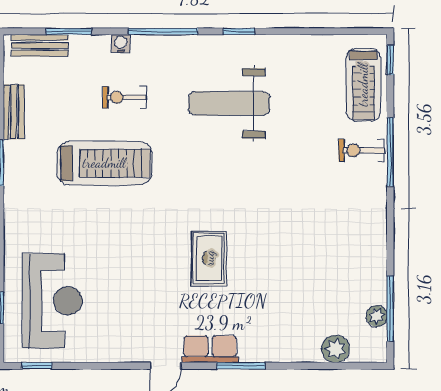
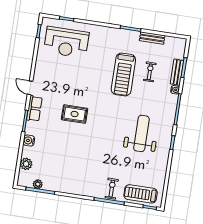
bench: (40, 45) -> (177, 72), moved
exercise bike: (125, 97) -> (150, 72), moved
water cooler: (283, 351) -> (29, 141), added

